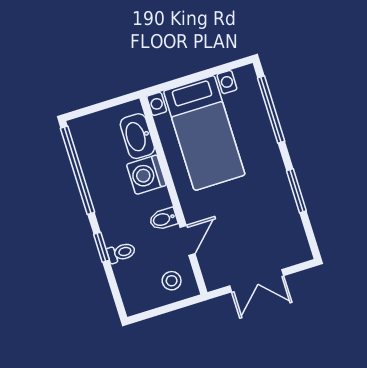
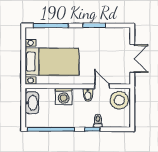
washbasin: (137, 136) -> (32, 103), moved, turned -90
stool: (172, 281) -> (119, 100), width x1.89, depth x1.89

